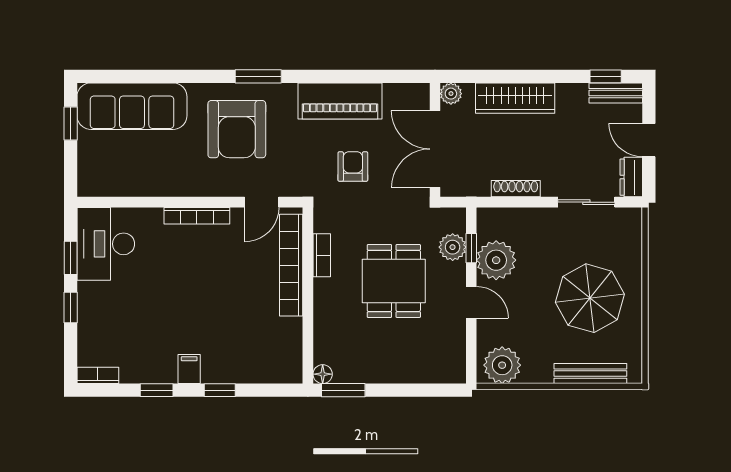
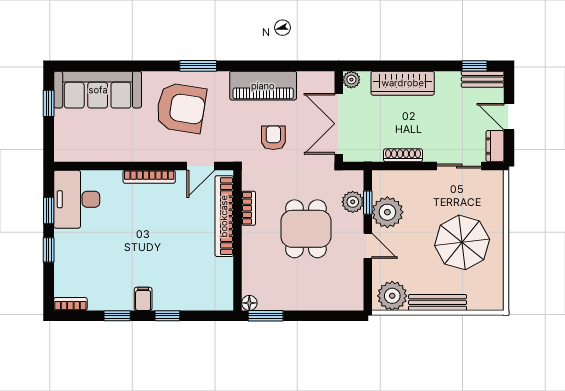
armchair: (237, 129) -> (181, 108), turned -81
bench: (590, 374) -> (437, 302), moved

